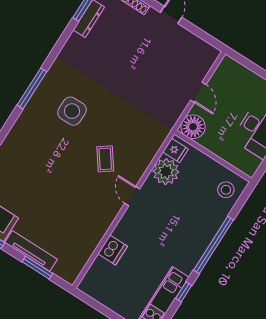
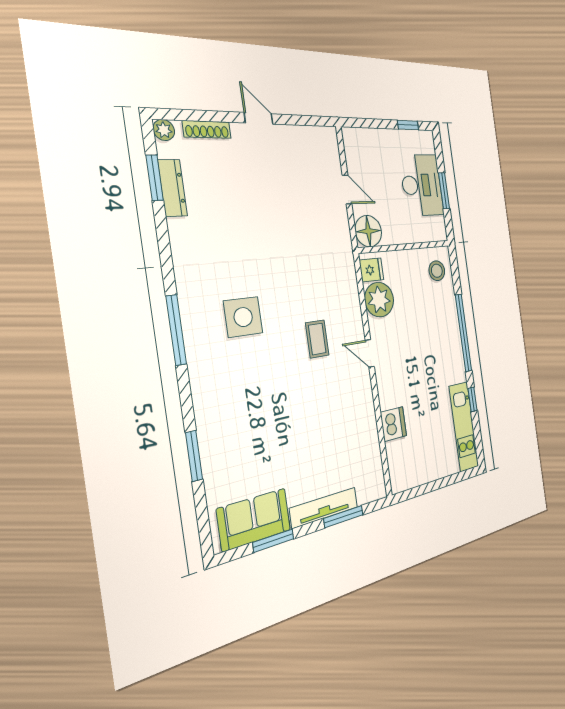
coffee table: (105, 159) -> (317, 339), turned 36

